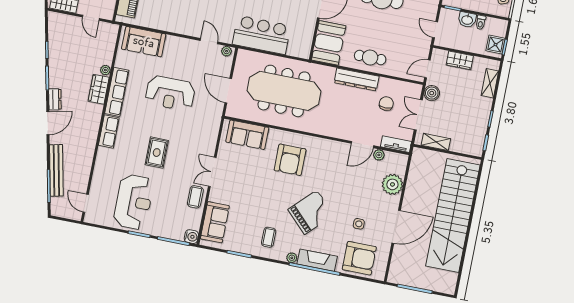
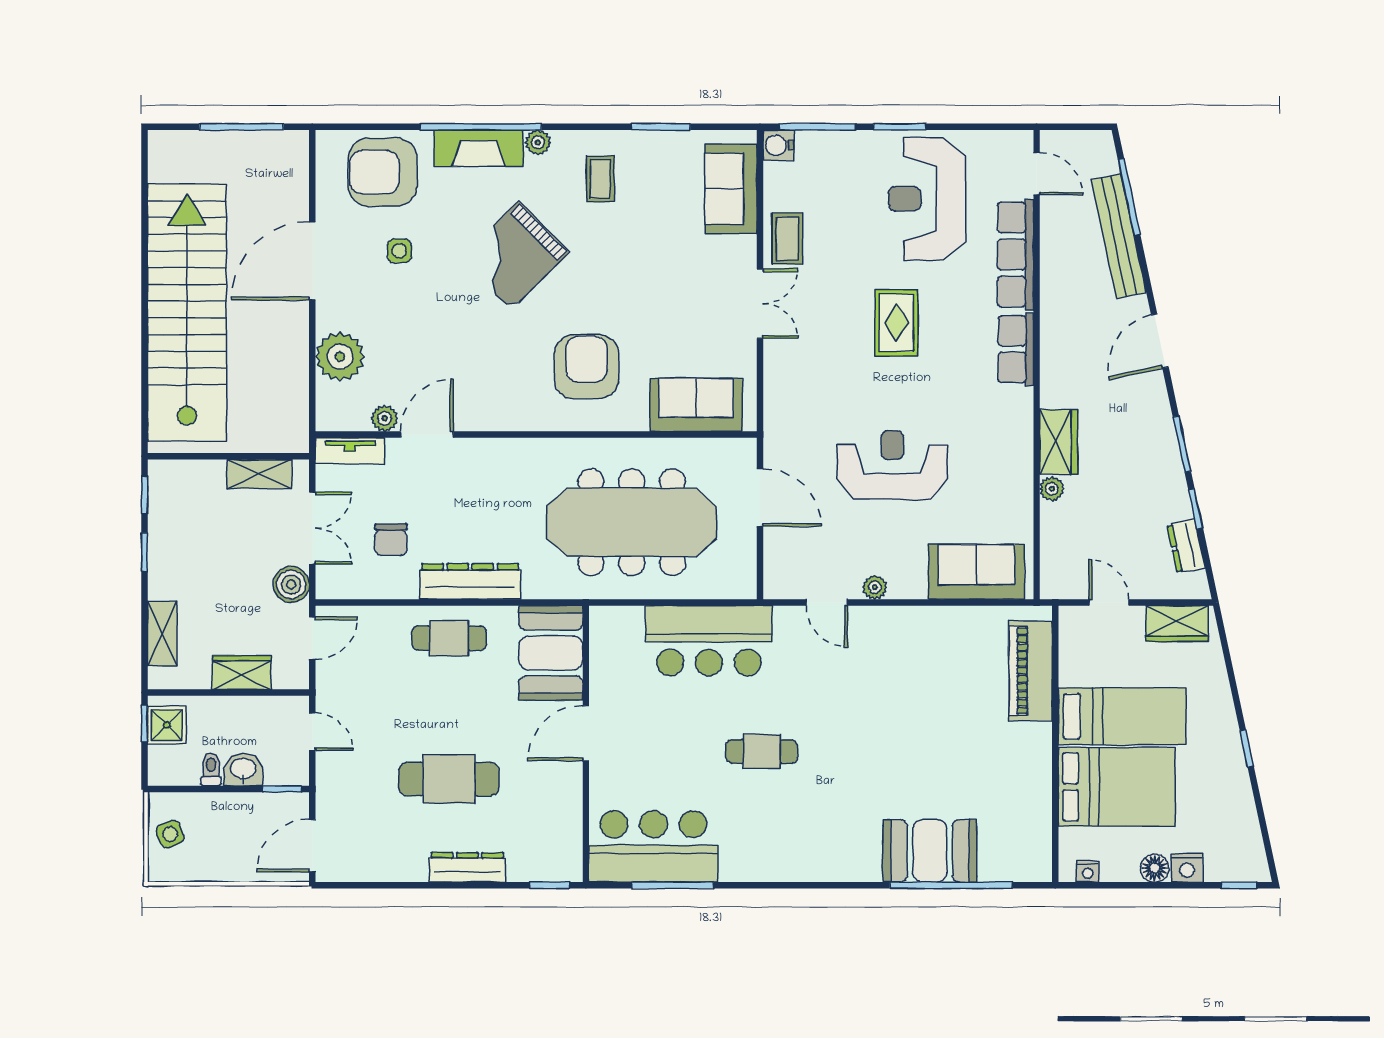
plant: (227, 51) -> (875, 587), moved
row of seats: (117, 92) -> (1016, 255), moved
dresser: (55, 99) -> (1186, 546), moved

